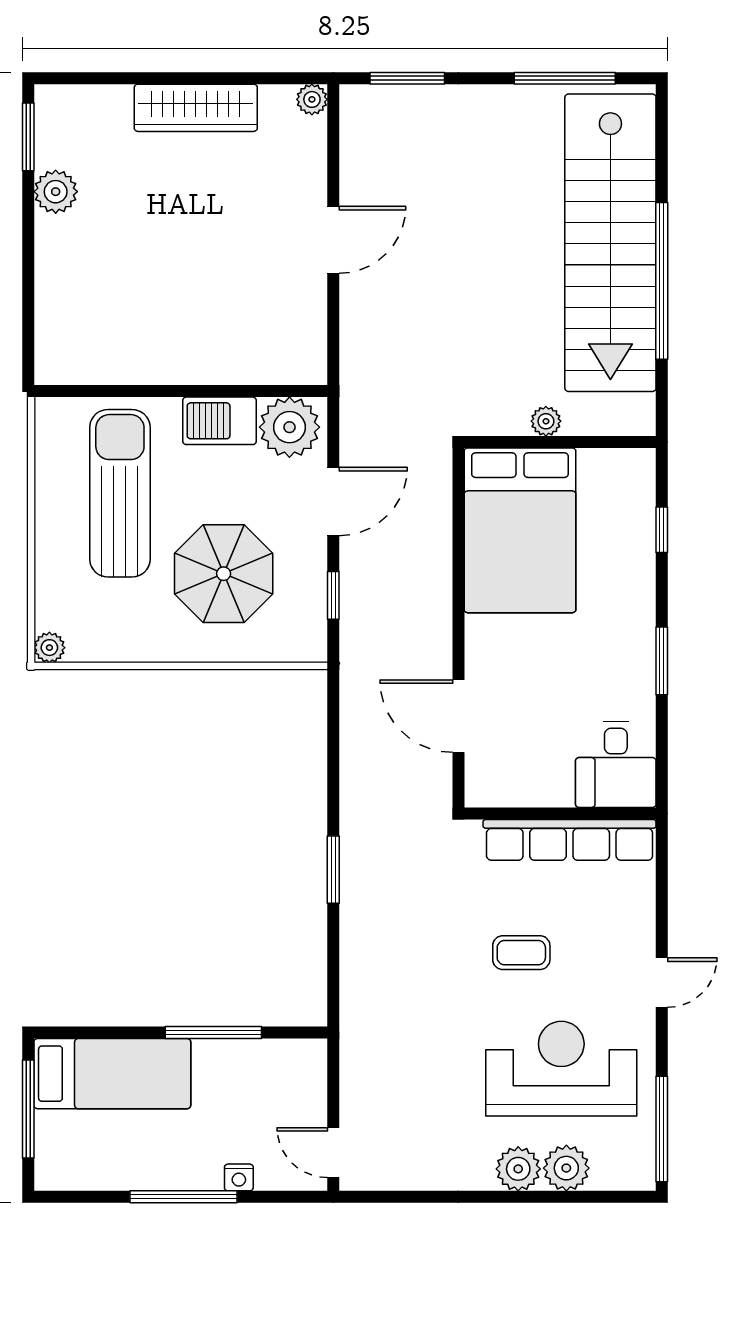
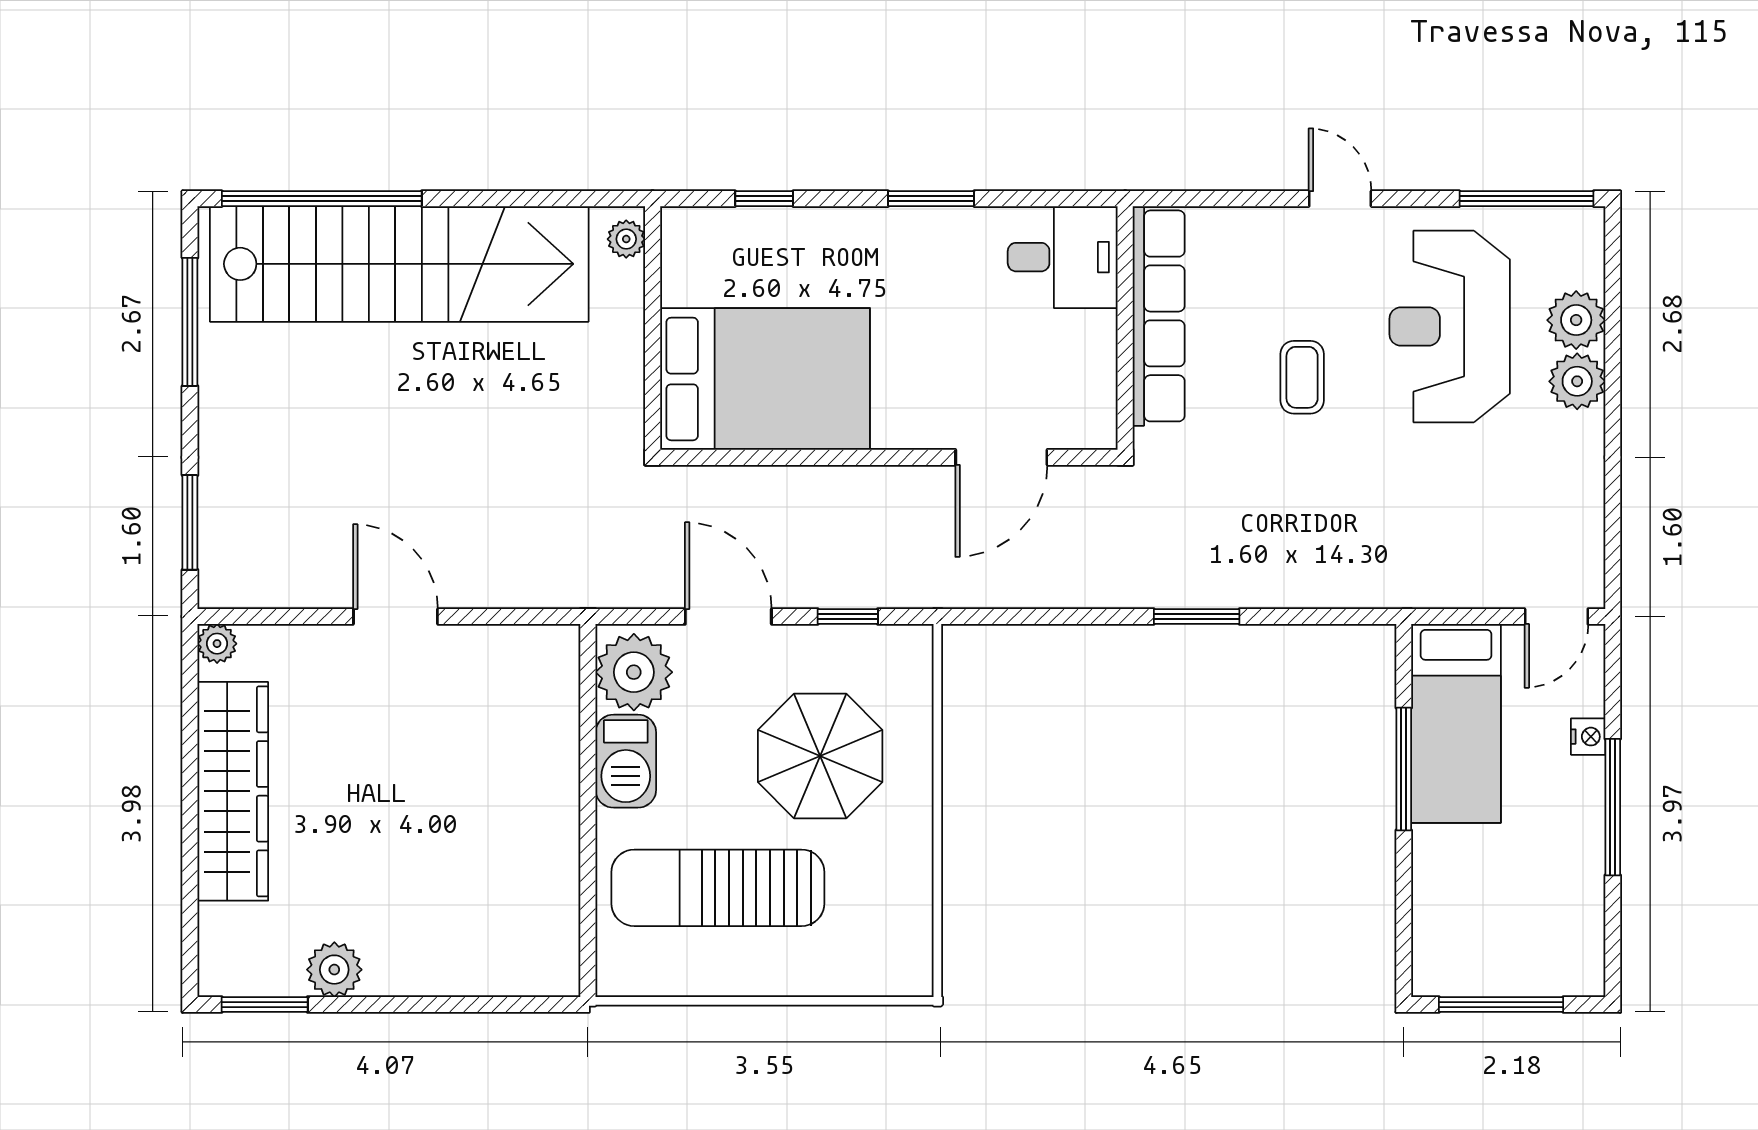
wardrobe: (196, 108) -> (233, 791), width x1.40, depth x1.17
window: (662, 281) -> (322, 199), moved
plant: (546, 421) -> (626, 239), moved
plant: (49, 648) -> (914, 978), removed
bed: (112, 1074) -> (1456, 723), moved, turned 180

